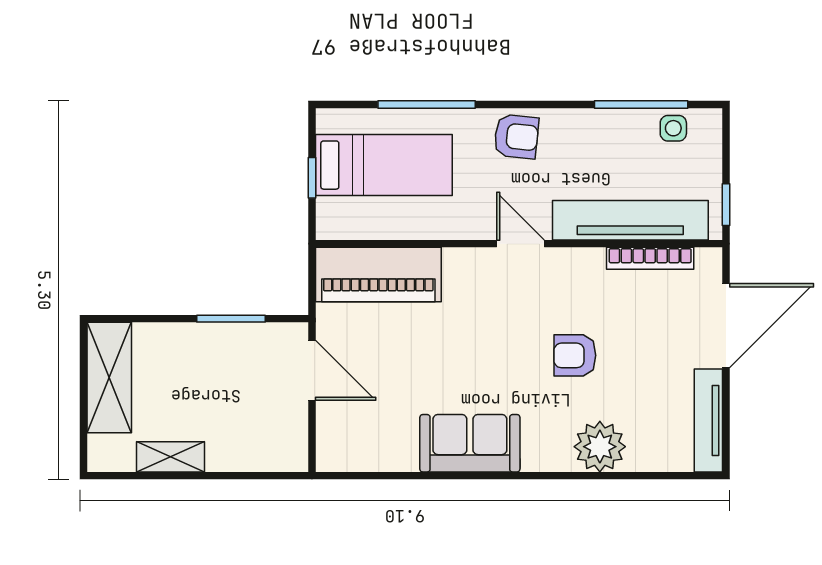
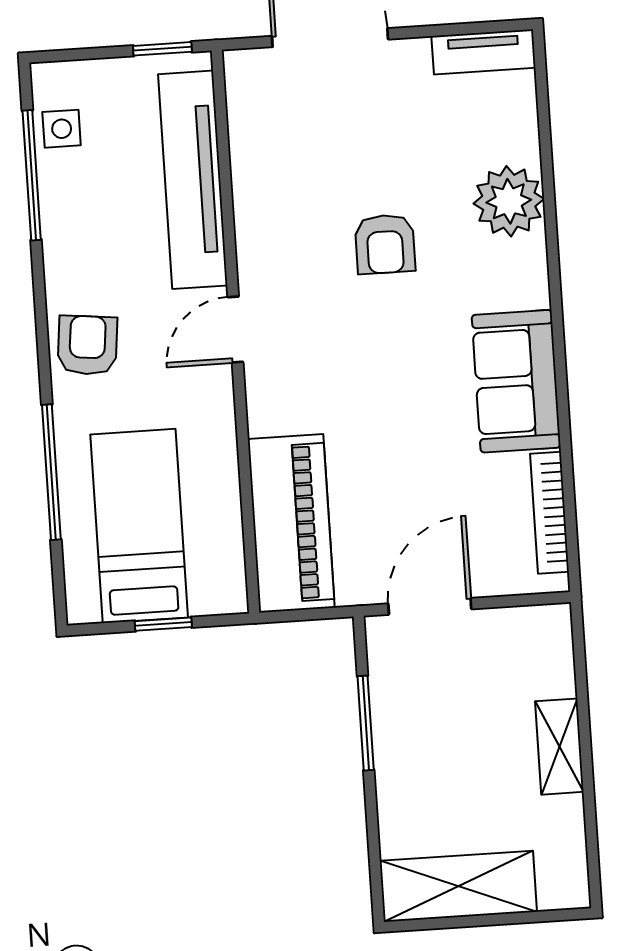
bookcase: (650, 258) -> (550, 513), moved, turned 180
tv unit: (708, 420) -> (483, 52), width x0.71
shelving: (170, 457) -> (559, 747), moved

